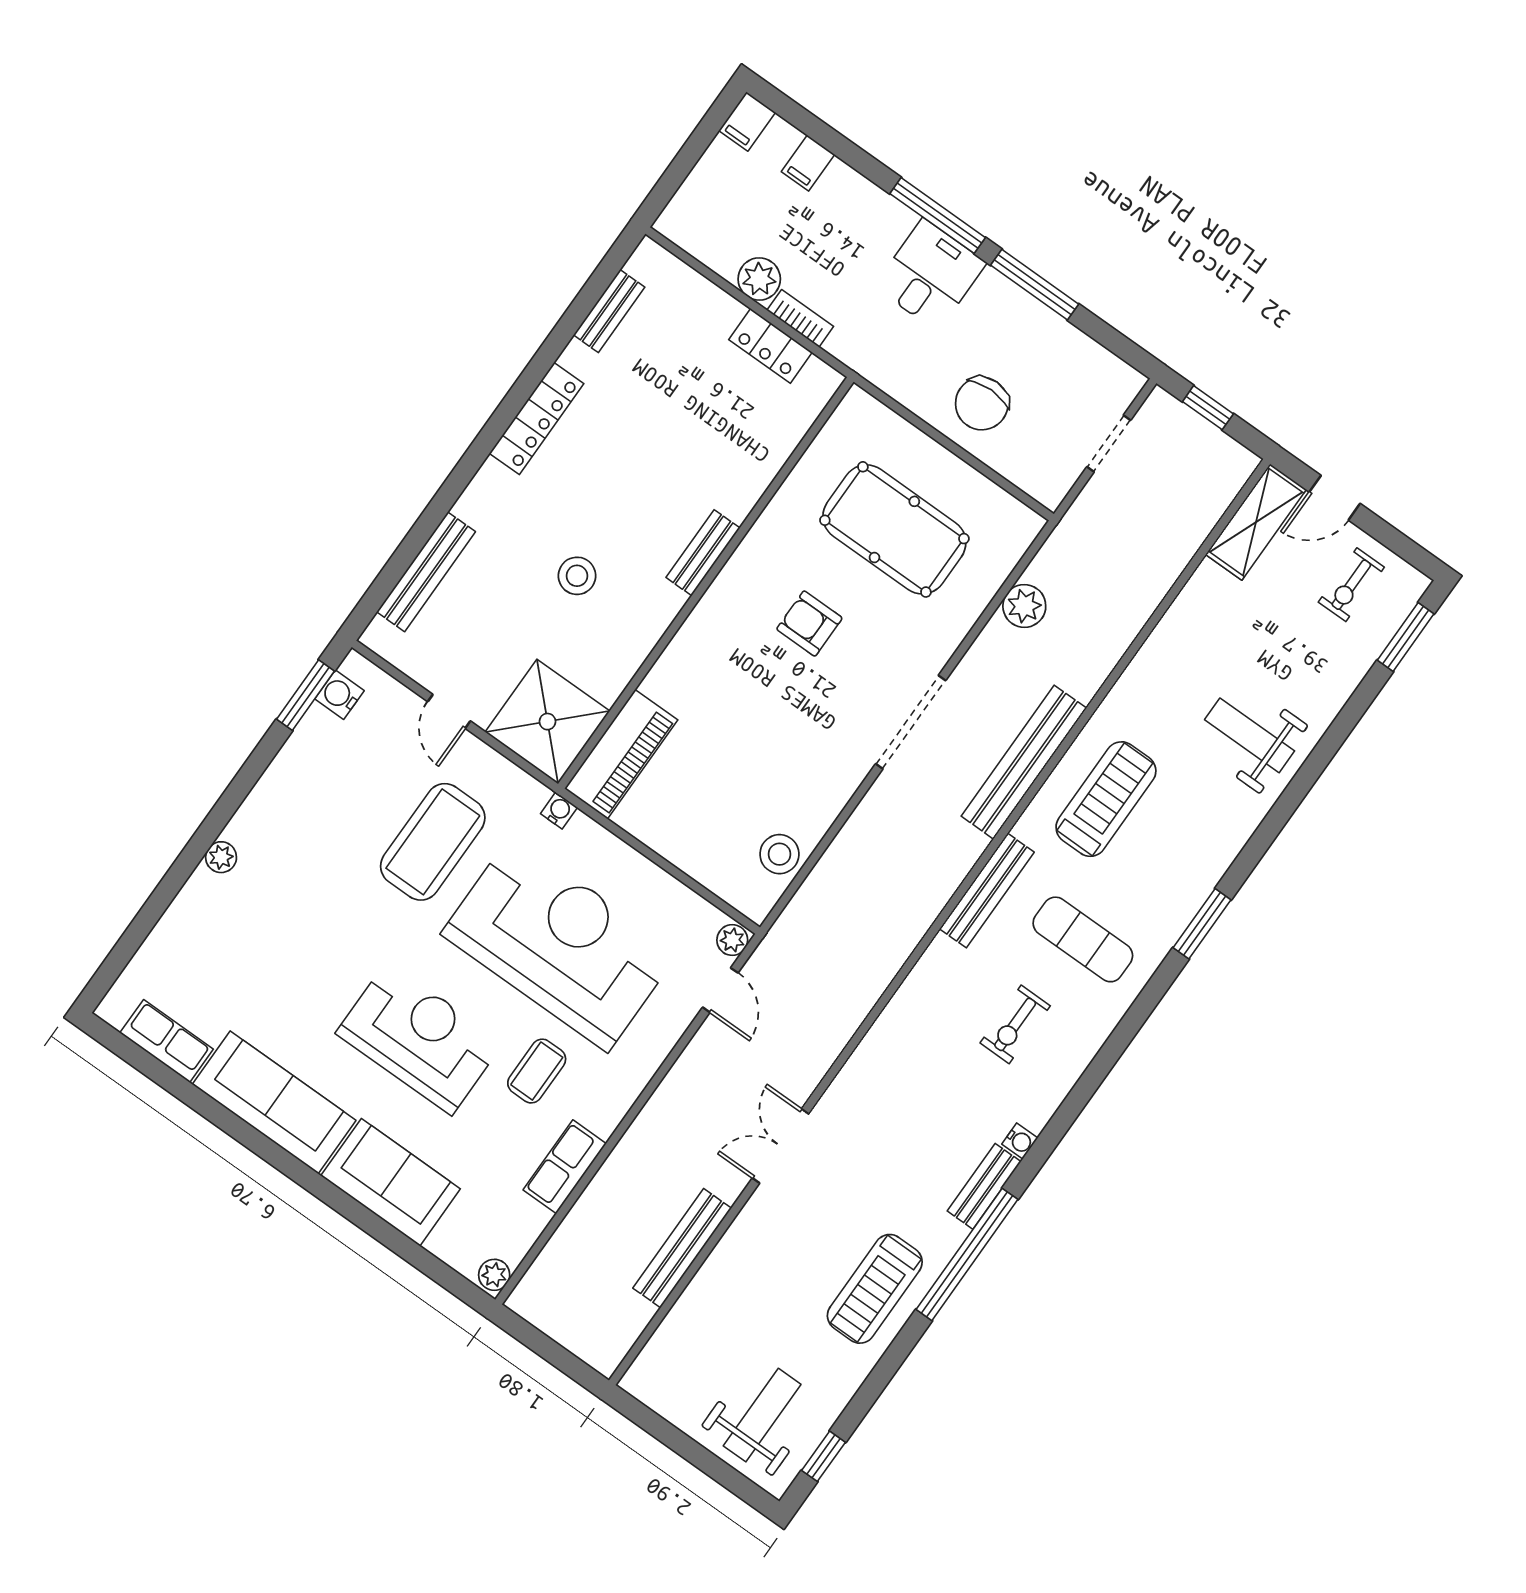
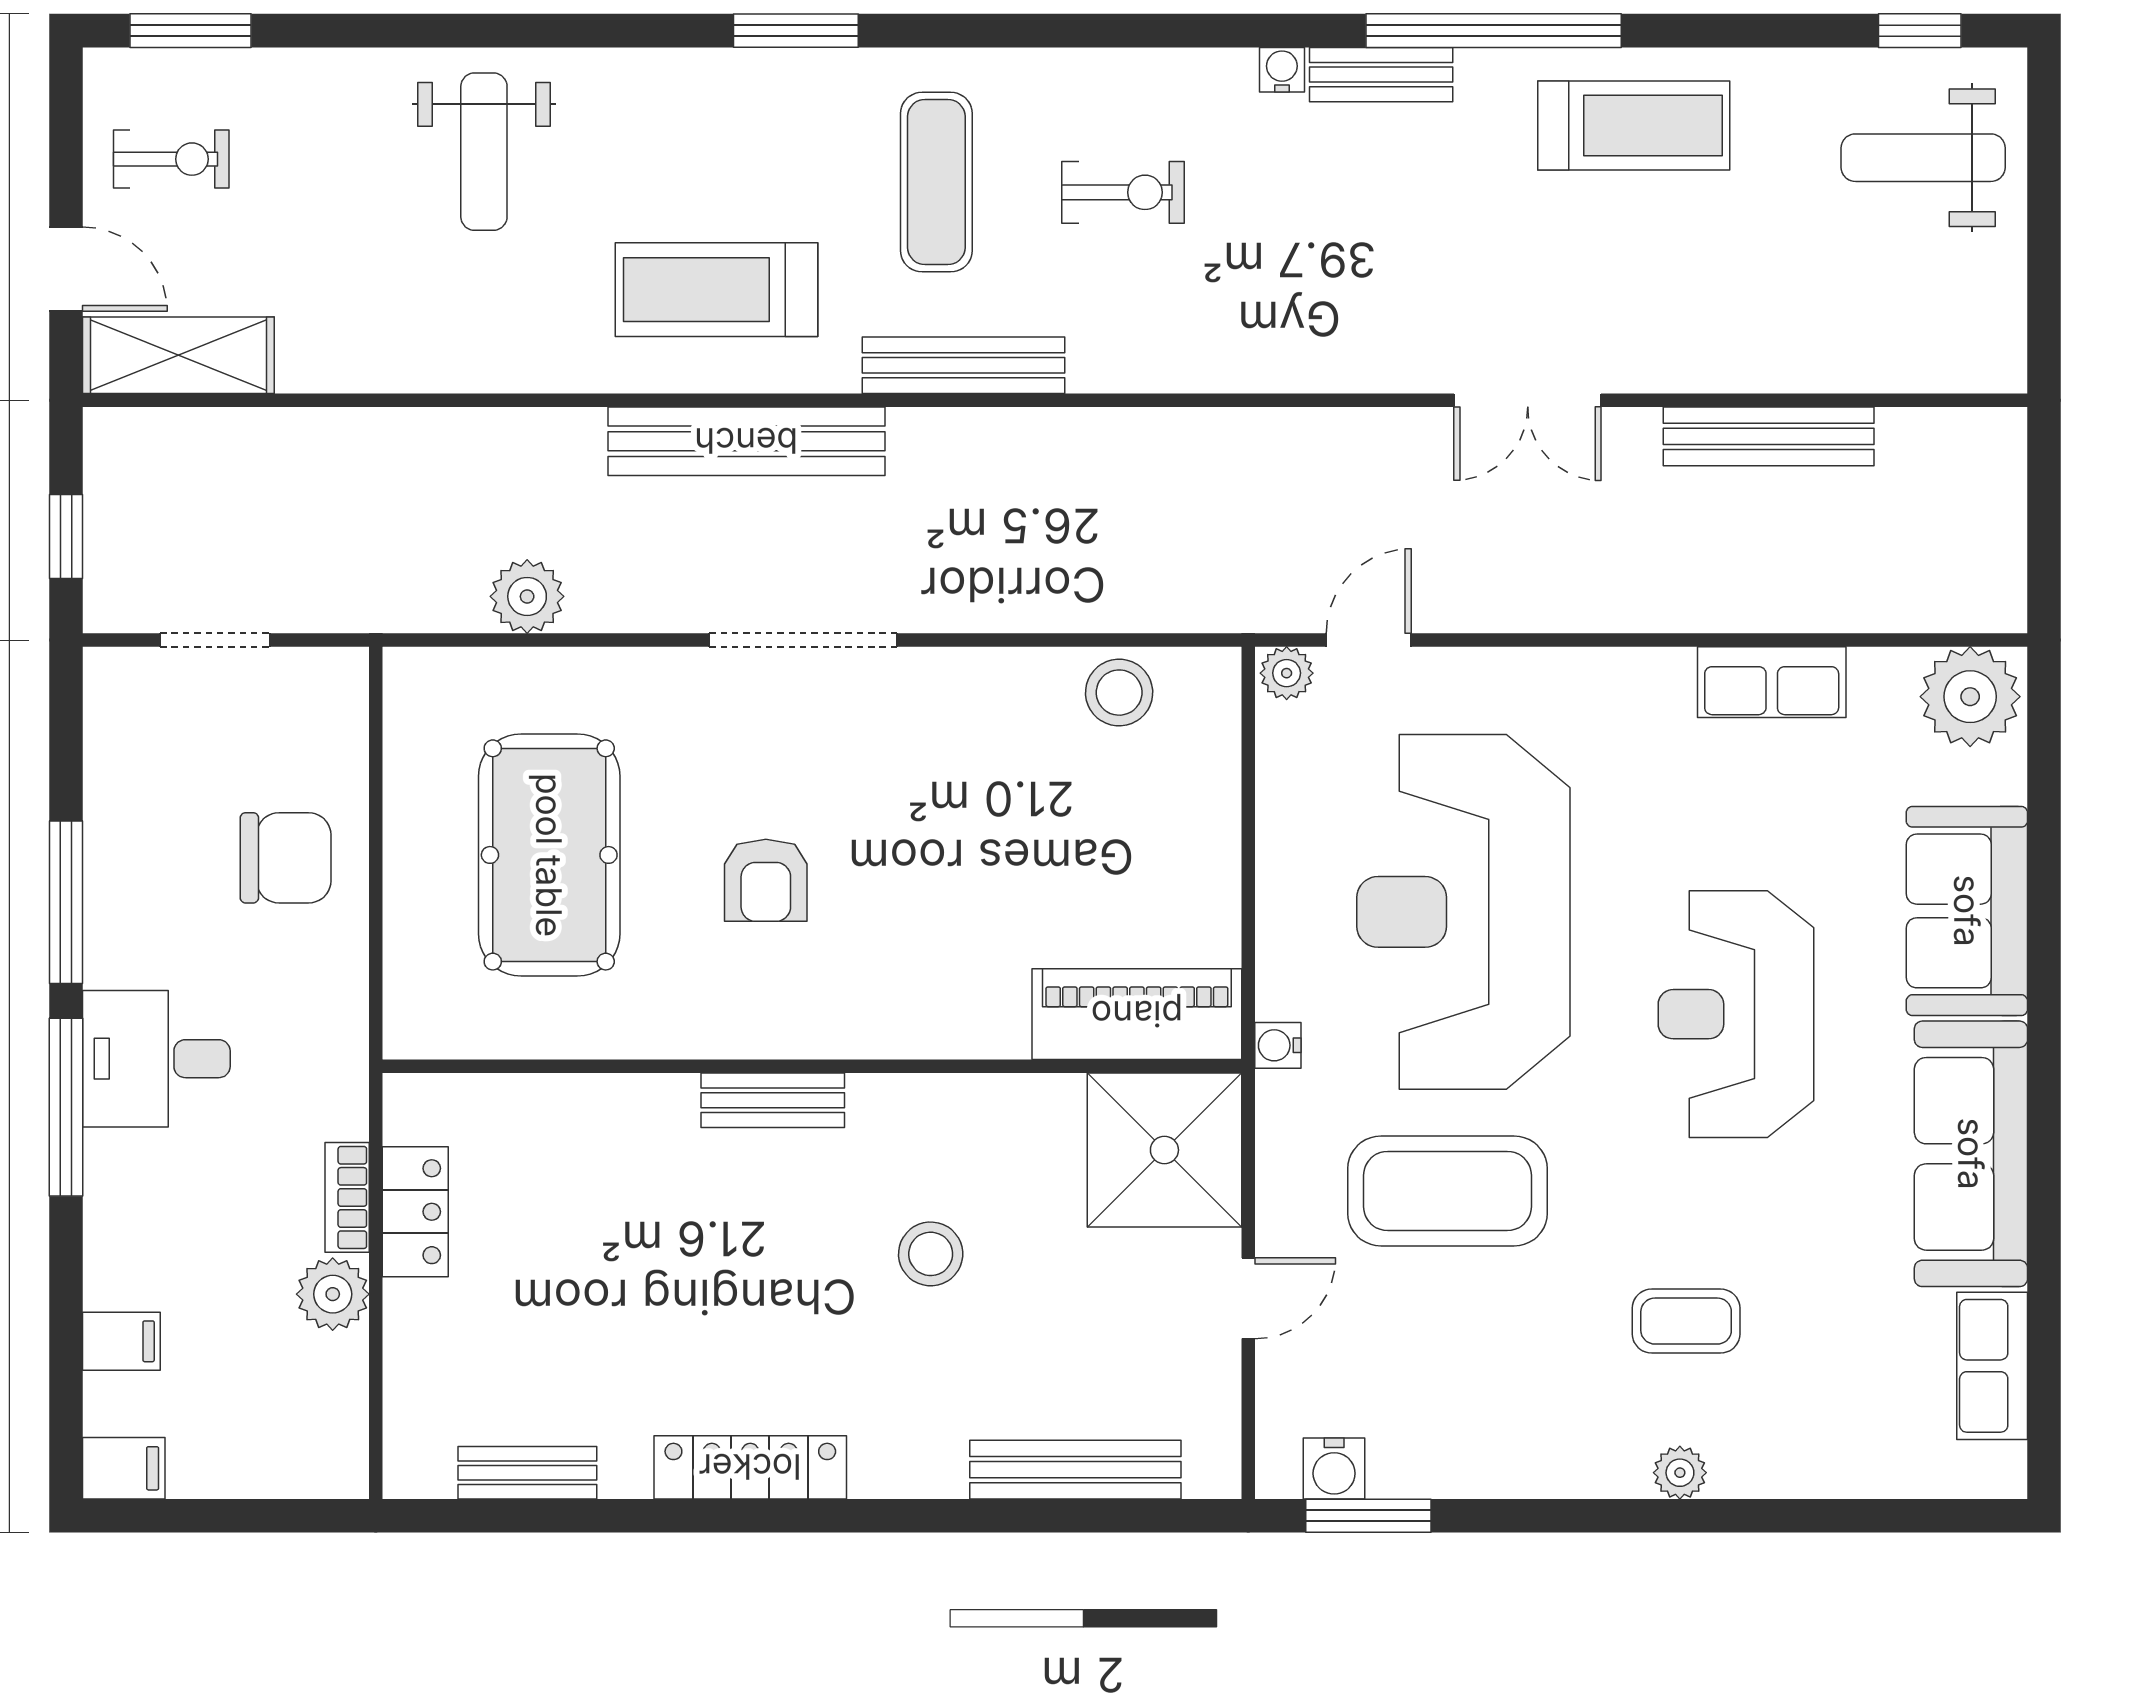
coffee table: (537, 1071) -> (1686, 1321), moved
plant: (494, 1275) -> (1970, 697), width x1.88, depth x1.88

